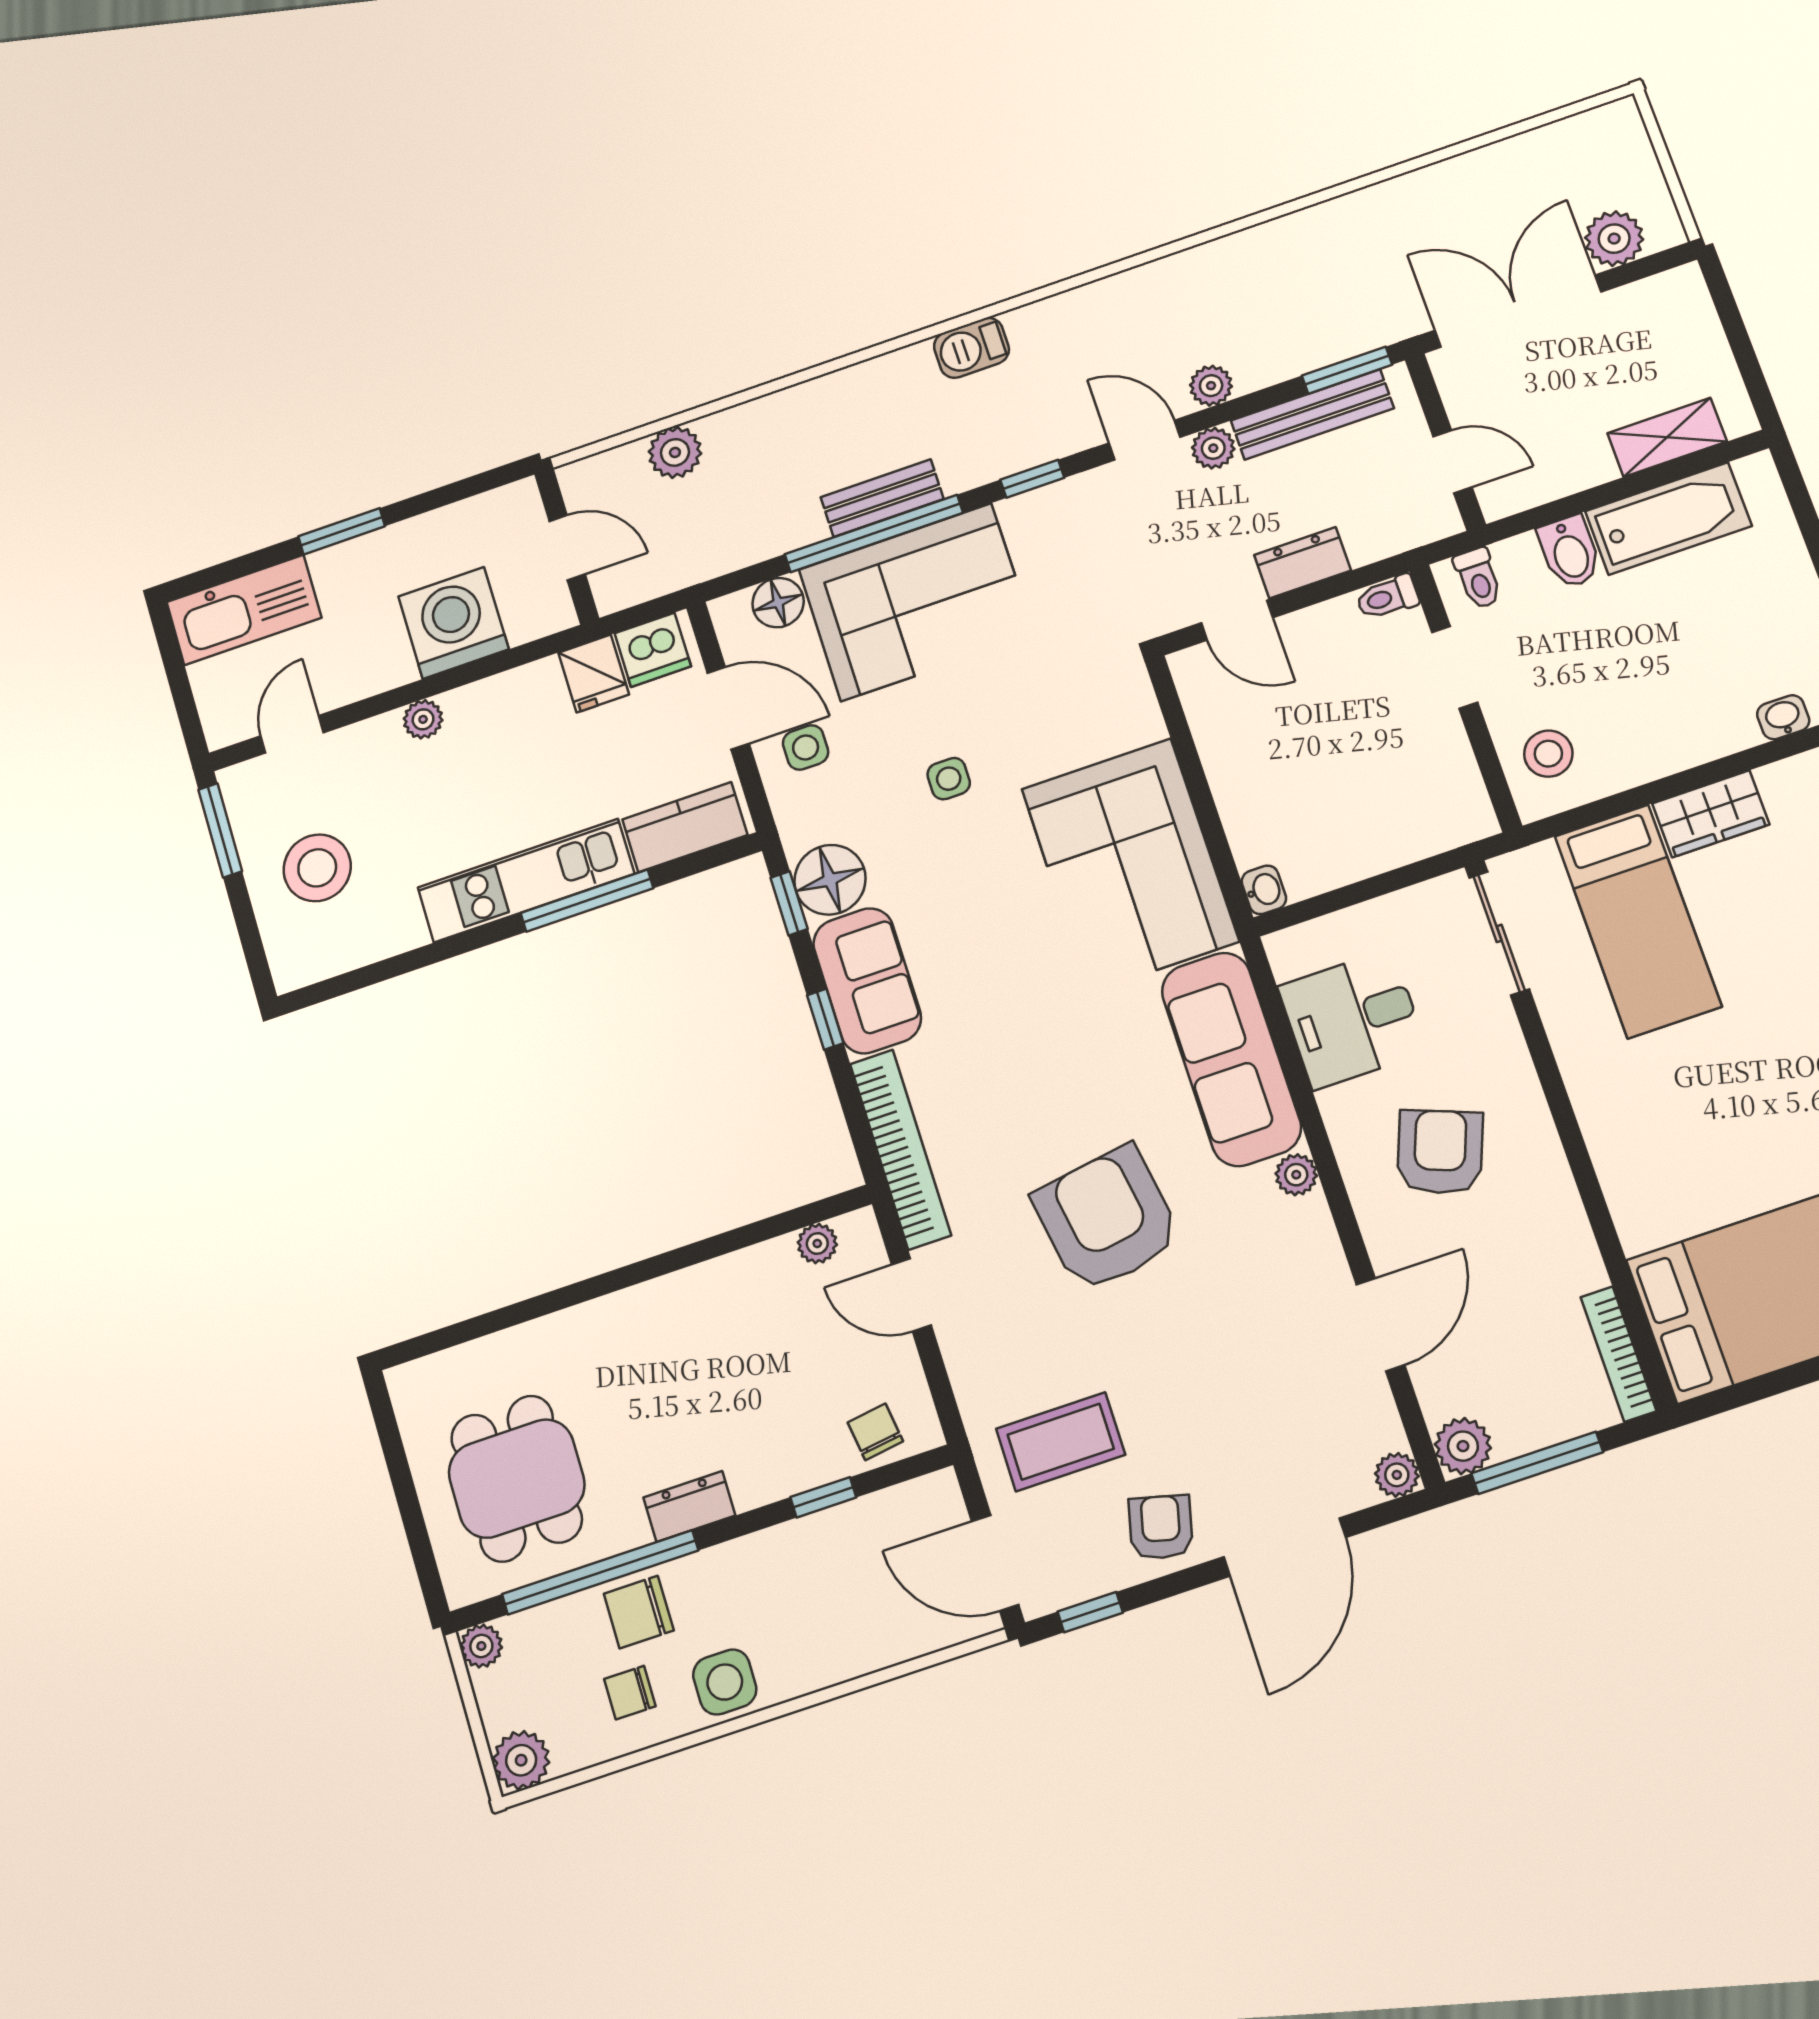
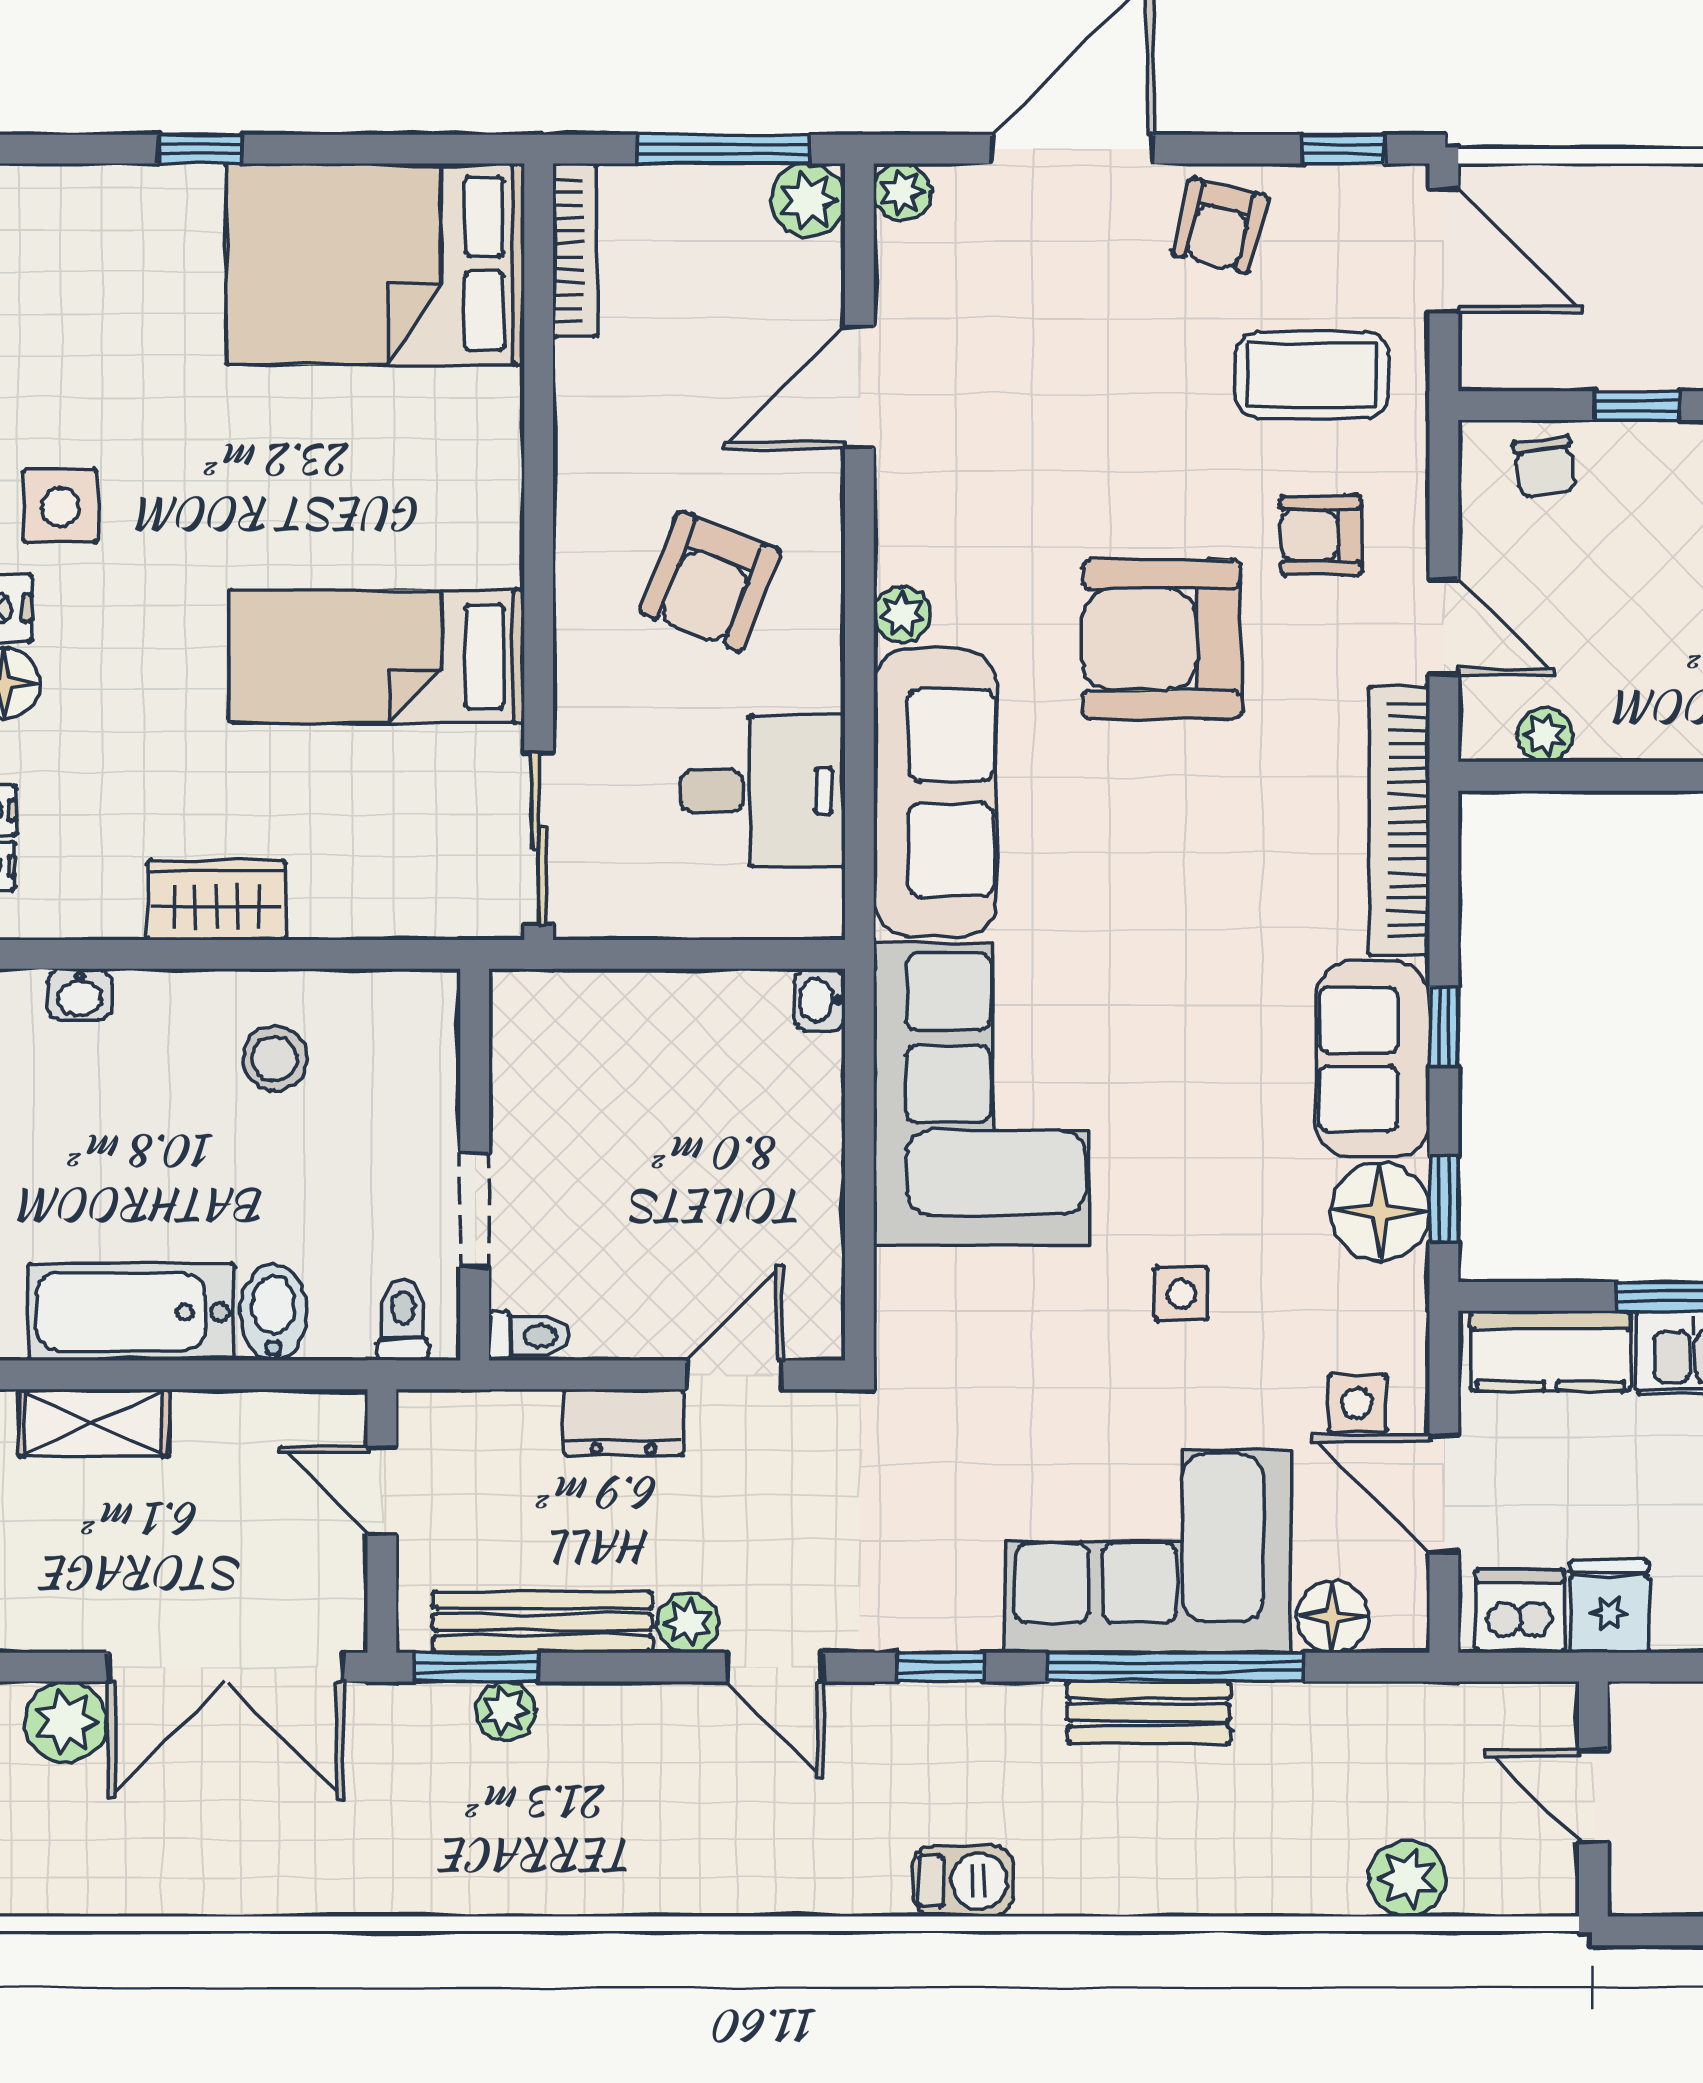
plant: (1211, 386) -> (505, 1711), moved
door: (1237, 620) -> (735, 1375), hinge flipped
stool: (1548, 754) -> (275, 1058), moved
bed: (1638, 921) -> (377, 656), moved, turned -90
armchair: (1107, 1219) -> (1162, 639), turned 99
armchair: (1018, 1330) -> (1321, 535), added

